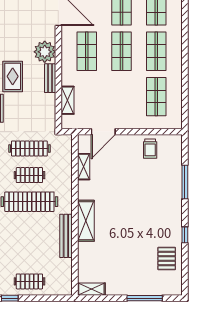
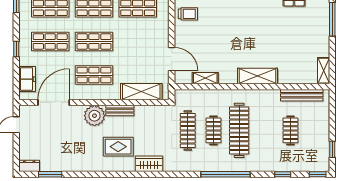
shelving: (67, 100) -> (141, 92), width x1.50, depth x1.33
bench: (66, 236) -> (302, 95), moved
clothes rail: (29, 281) -> (290, 130), moved

